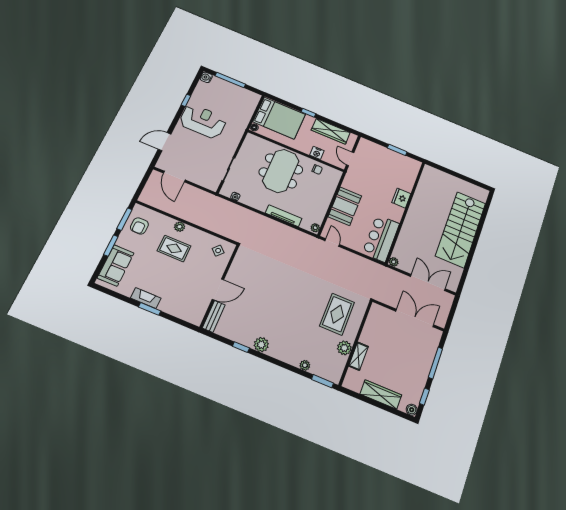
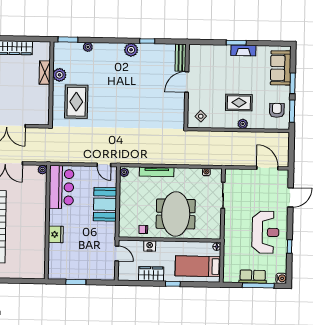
row of seats: (232, 89) -> (253, 277), added
bed: (279, 118) -> (198, 266), width x0.67
reception desk: (203, 121) -> (265, 232), turned -90
wardrobe: (331, 131) -> (151, 274), width x0.67

